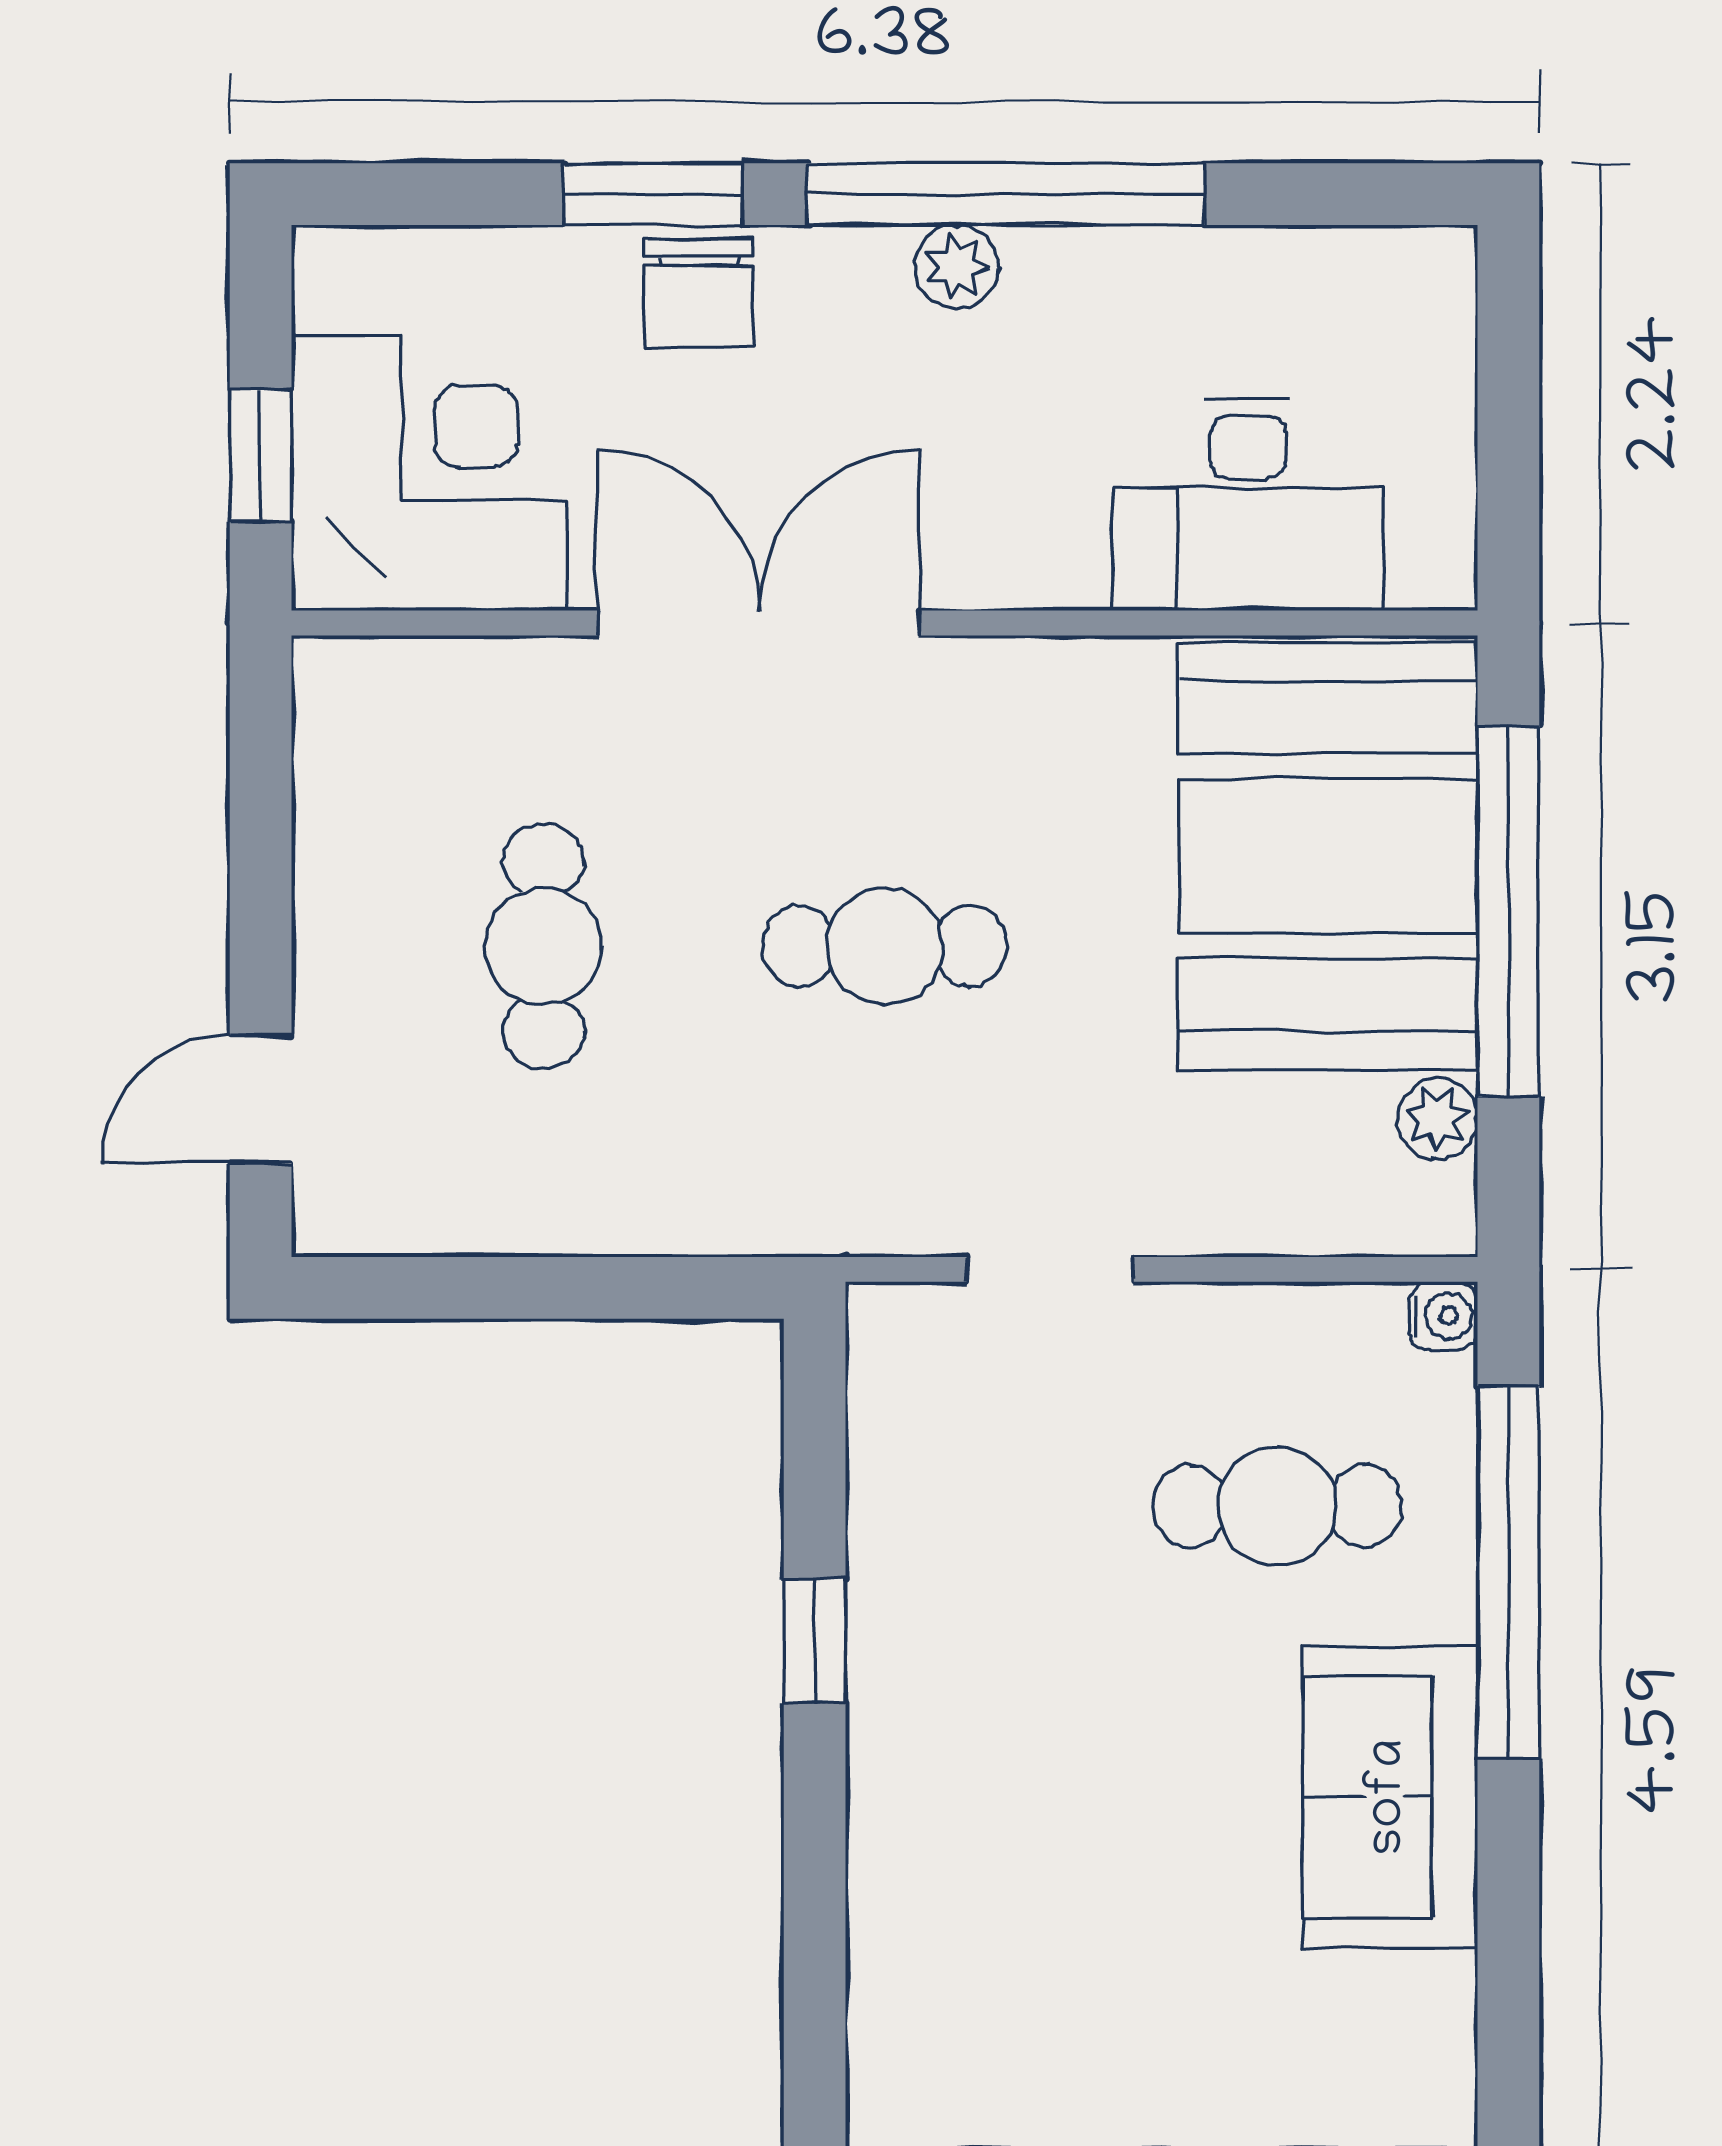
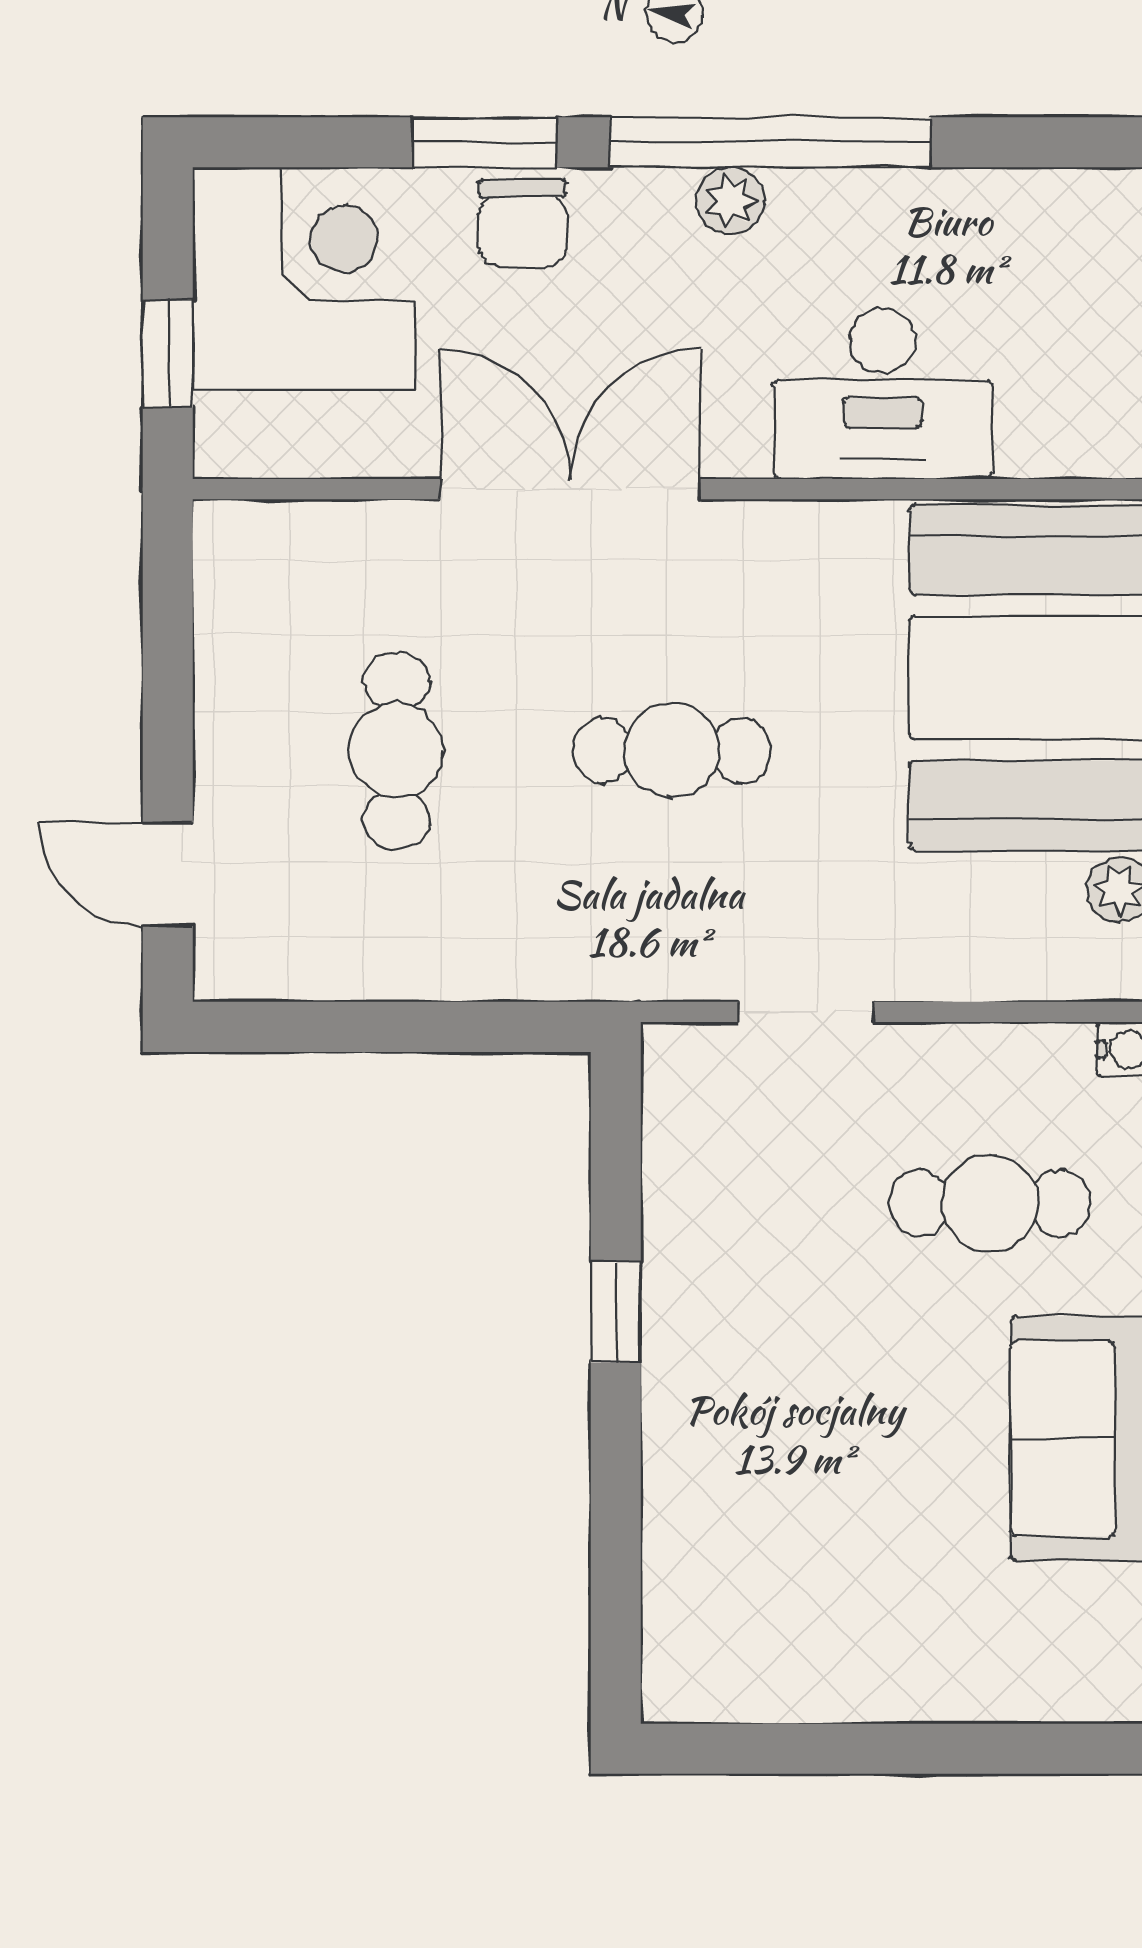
corner desk: (429, 473) -> (304, 279), moved
desk: (1248, 505) -> (883, 394), moved
door: (261, 1099) -> (168, 874), hinge flipped

